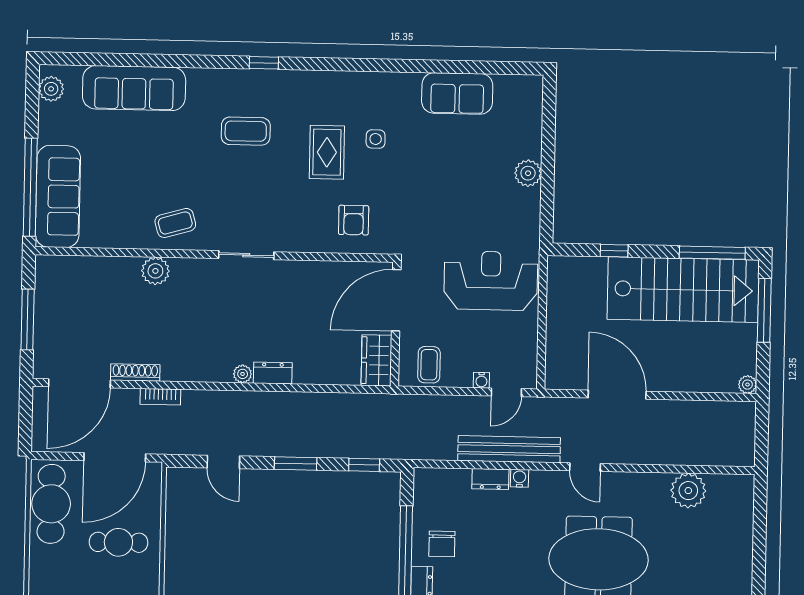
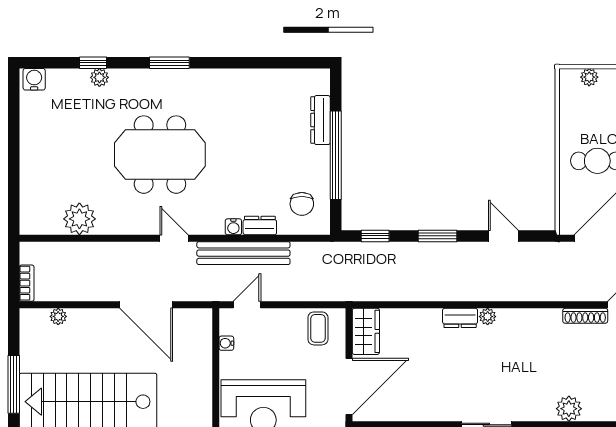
water cooler: (481, 380) -> (226, 343), moved, turned -90
plant: (747, 385) -> (58, 316), moved
bookcase: (160, 397) -> (27, 283), moved, turned 90
chair: (442, 544) -> (302, 204), moved, turned 180

